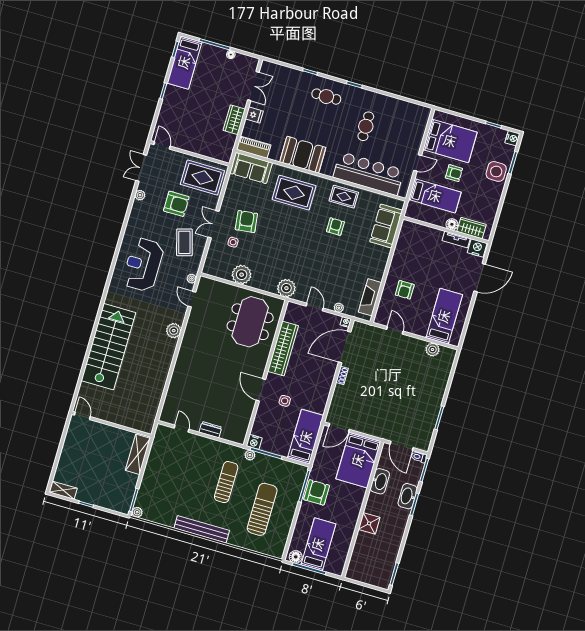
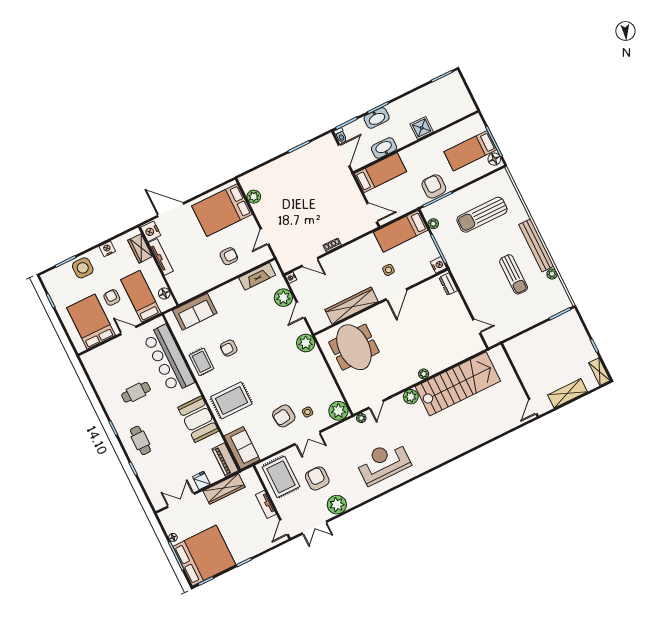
bed: (184, 62) -> (204, 556), width x2.04
wardrobe: (234, 120) -> (224, 489), width x1.50
nightstand: (512, 138) -> (107, 249), moved
tv unit: (192, 147) -> (266, 504), added
rug: (294, 193) -> (231, 400), turned 90
plant: (140, 195) -> (337, 505), width x1.87, depth x1.87
floor lamp: (452, 224) -> (164, 293), moved
tv unit: (456, 239) -> (161, 257), width x1.41
coffee table: (184, 242) -> (340, 447), removed
reception desk: (143, 265) -> (383, 462), turned 180
plant: (242, 275) -> (338, 411), moved
plant: (339, 308) -> (283, 298), width x1.88, depth x1.88
bed: (444, 316) -> (222, 210), width x1.50
meeting table: (250, 322) -> (354, 347), turned 90
stairs: (108, 347) -> (458, 384), moved, turned 180
door: (345, 347) -> (310, 262), width x0.53
plant: (182, 356) -> (424, 374), added
door: (182, 429) -> (477, 326), swing flipped
dresser: (210, 430) -> (448, 284), moved
shelving: (138, 454) -> (568, 393), moved
plant: (250, 455) -> (433, 224), moved
bed: (358, 460) -> (380, 173), width x0.67
sun lounger: (226, 482) -> (514, 274), moved, turned -90
armchair: (317, 492) -> (434, 186), turned 90
plant: (137, 512) -> (552, 274), moved

